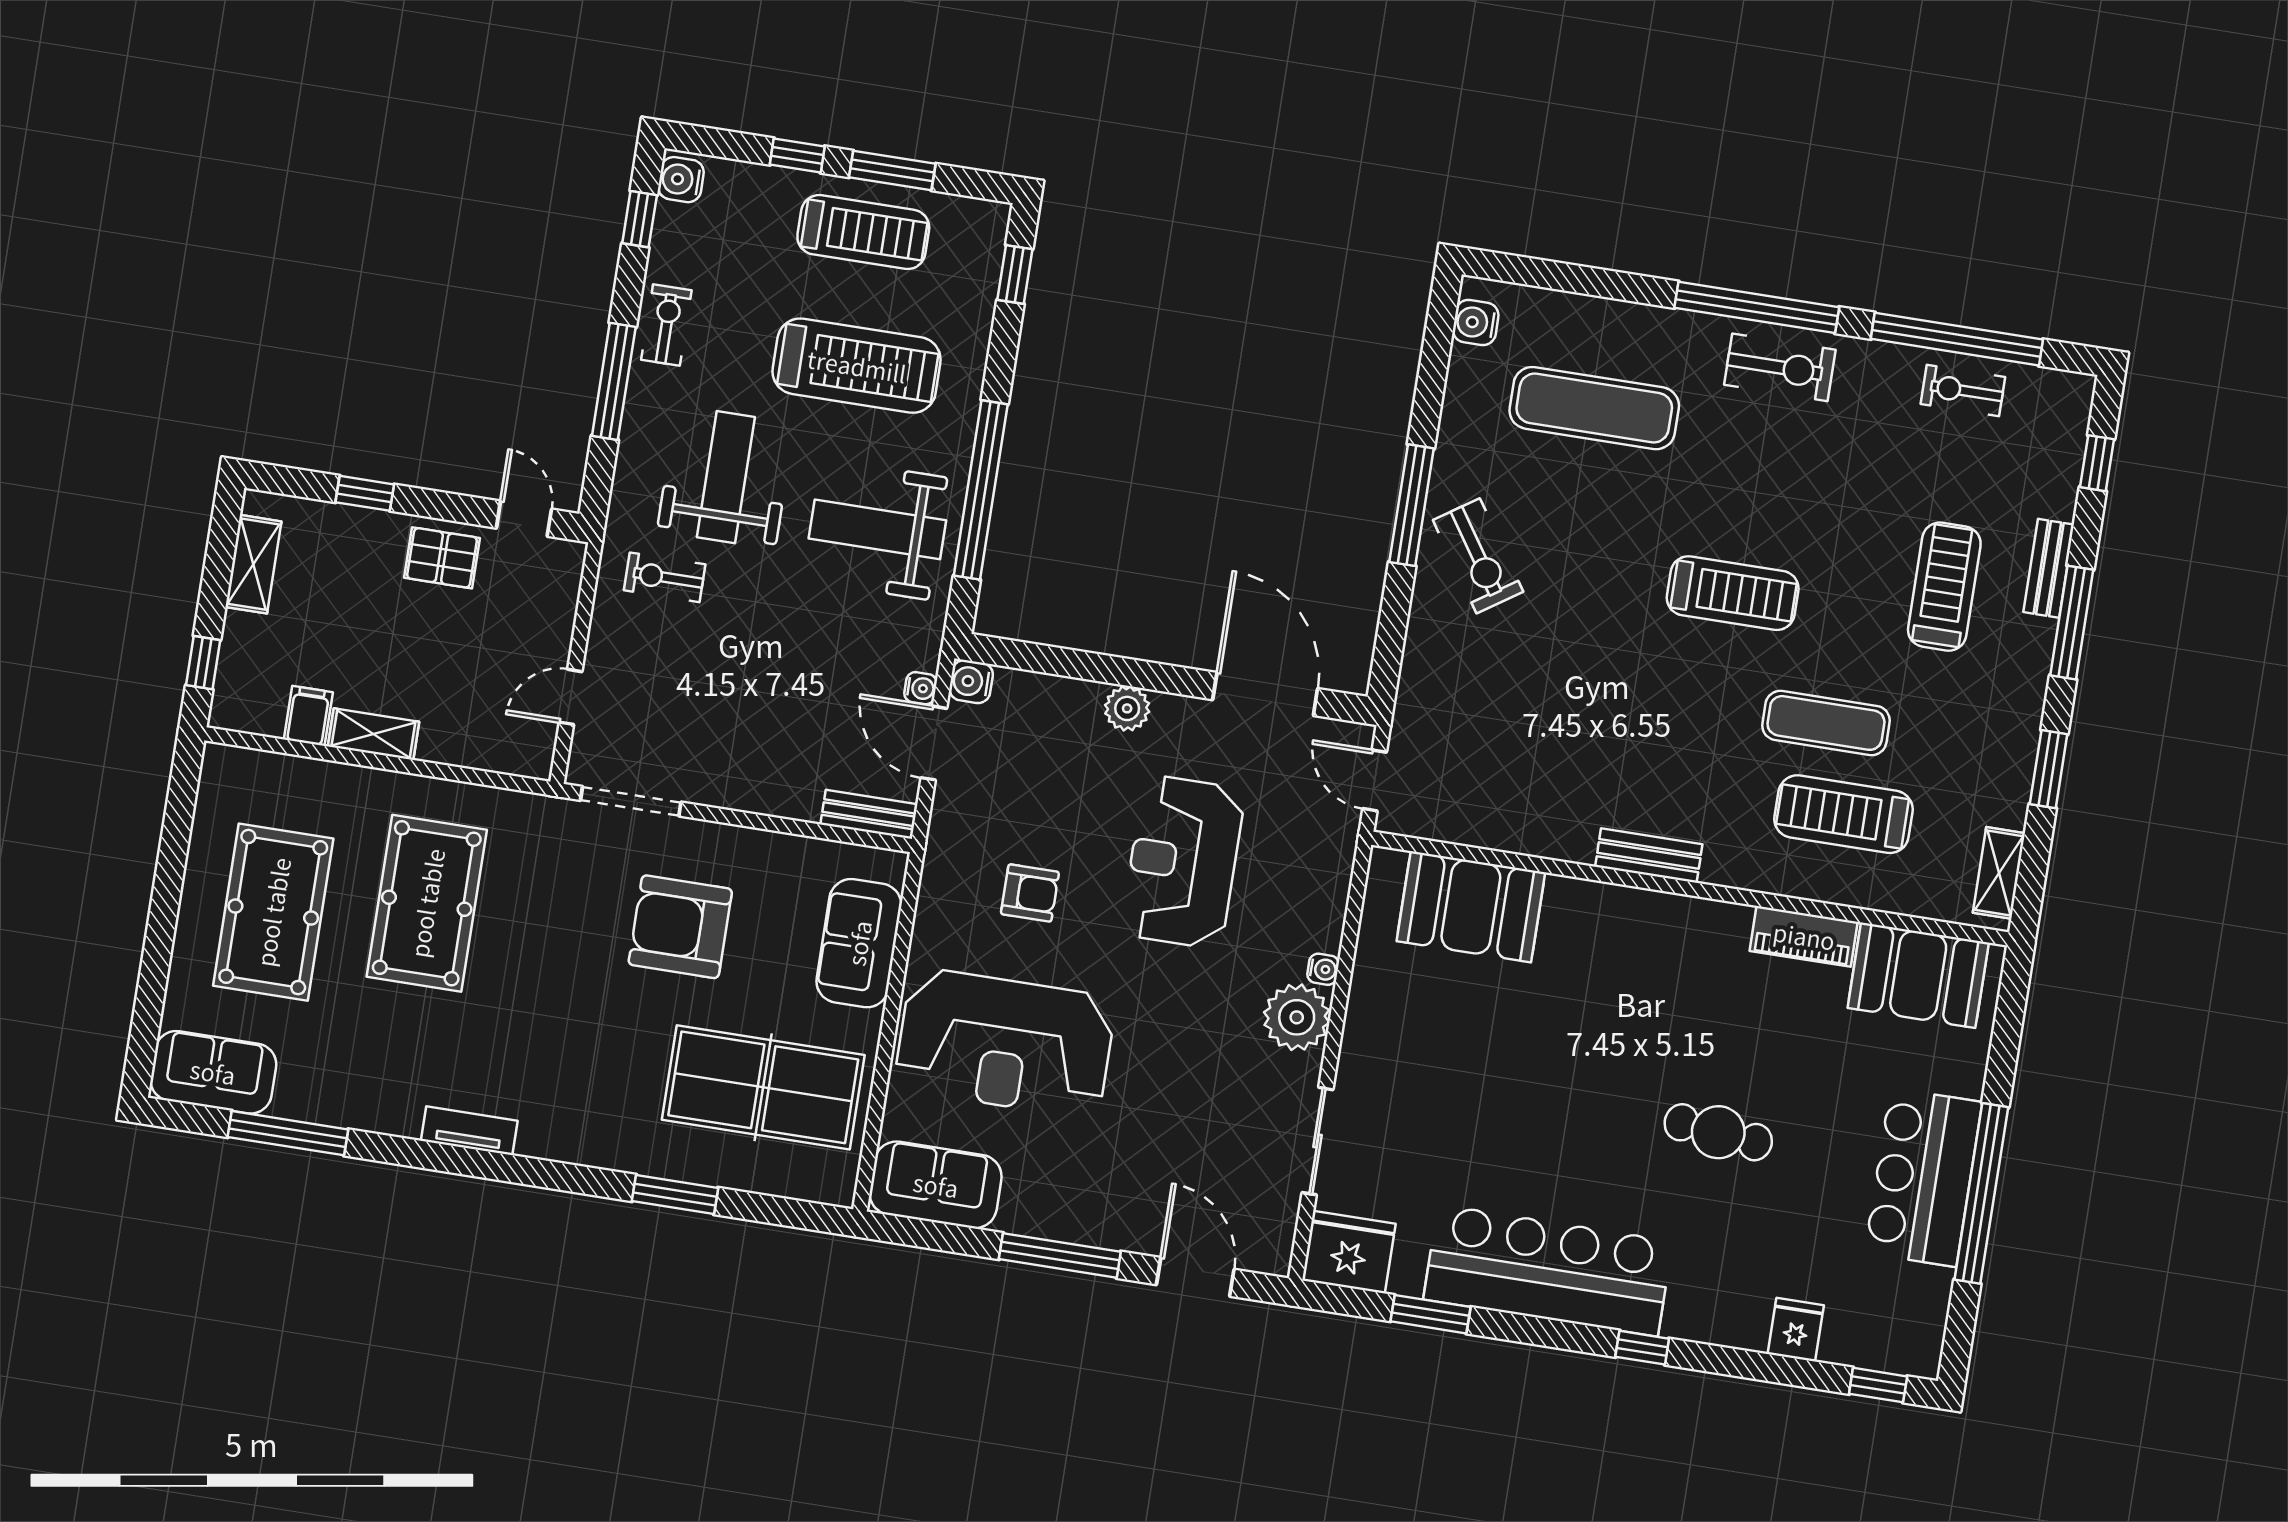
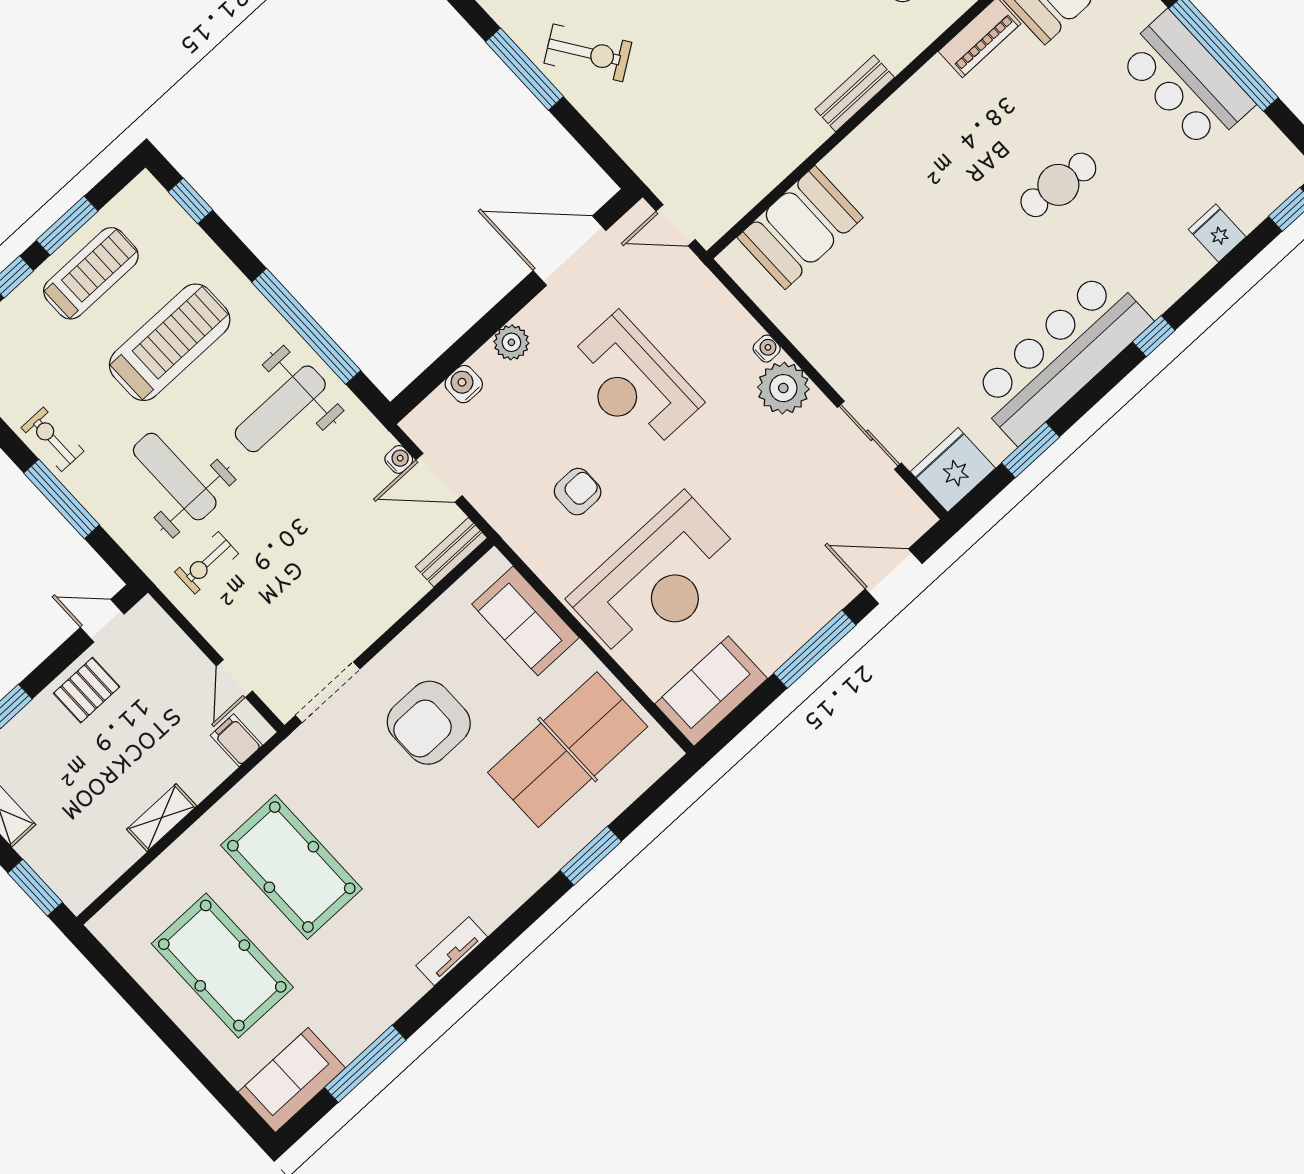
window: (203, 663) -> (35, 888), width x1.50
water cooler: (971, 682) -> (464, 384), moved, turned 90
filing cabinet: (308, 716) -> (236, 740), moved

